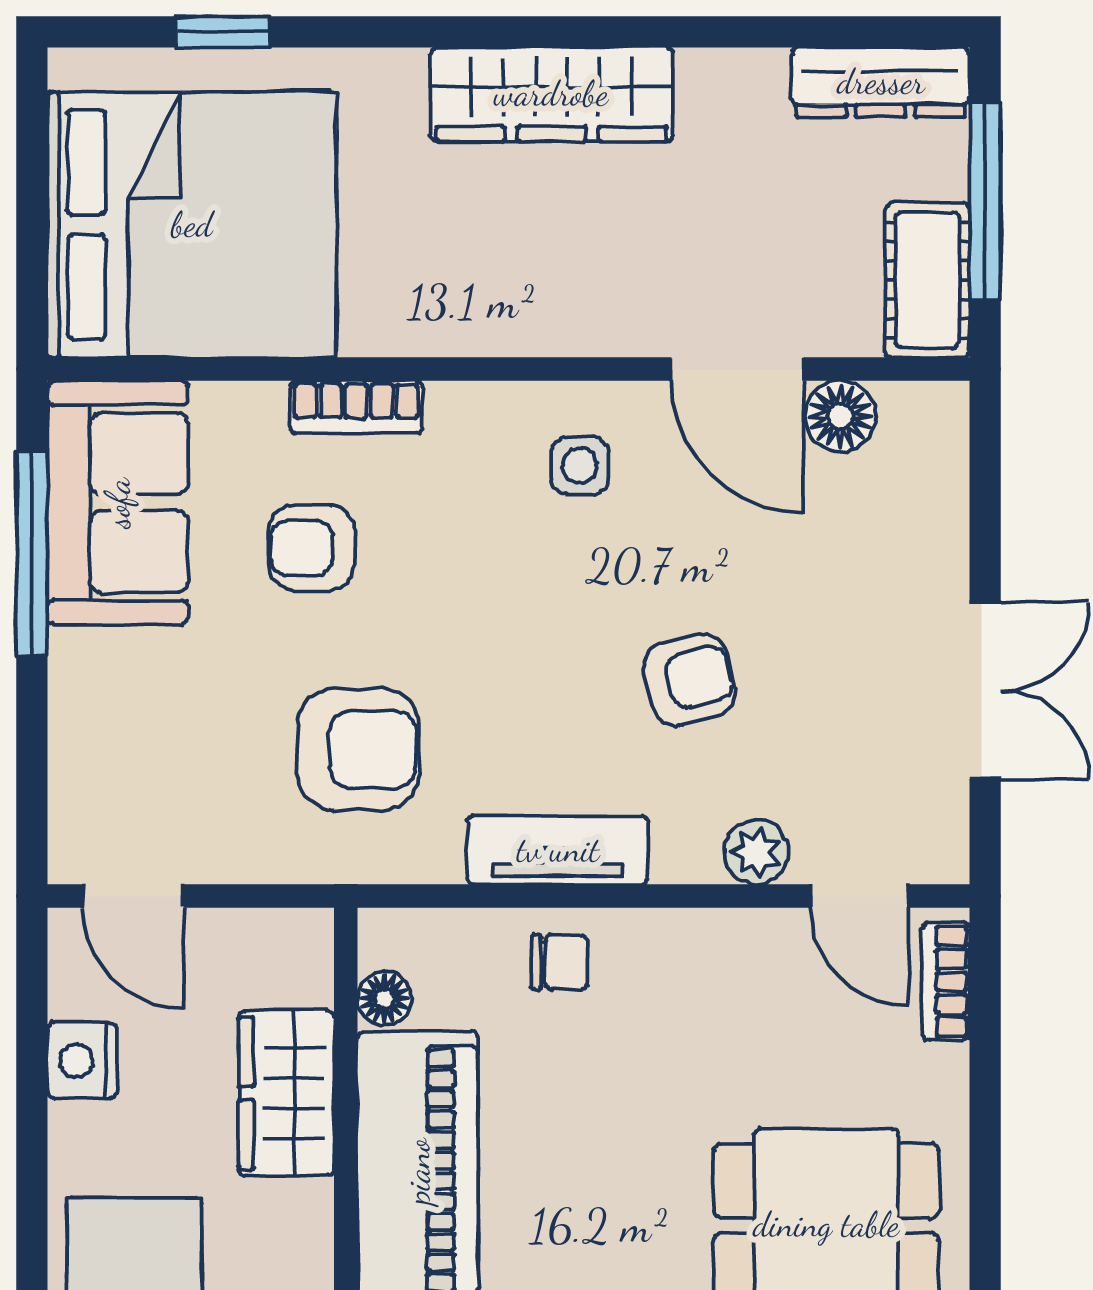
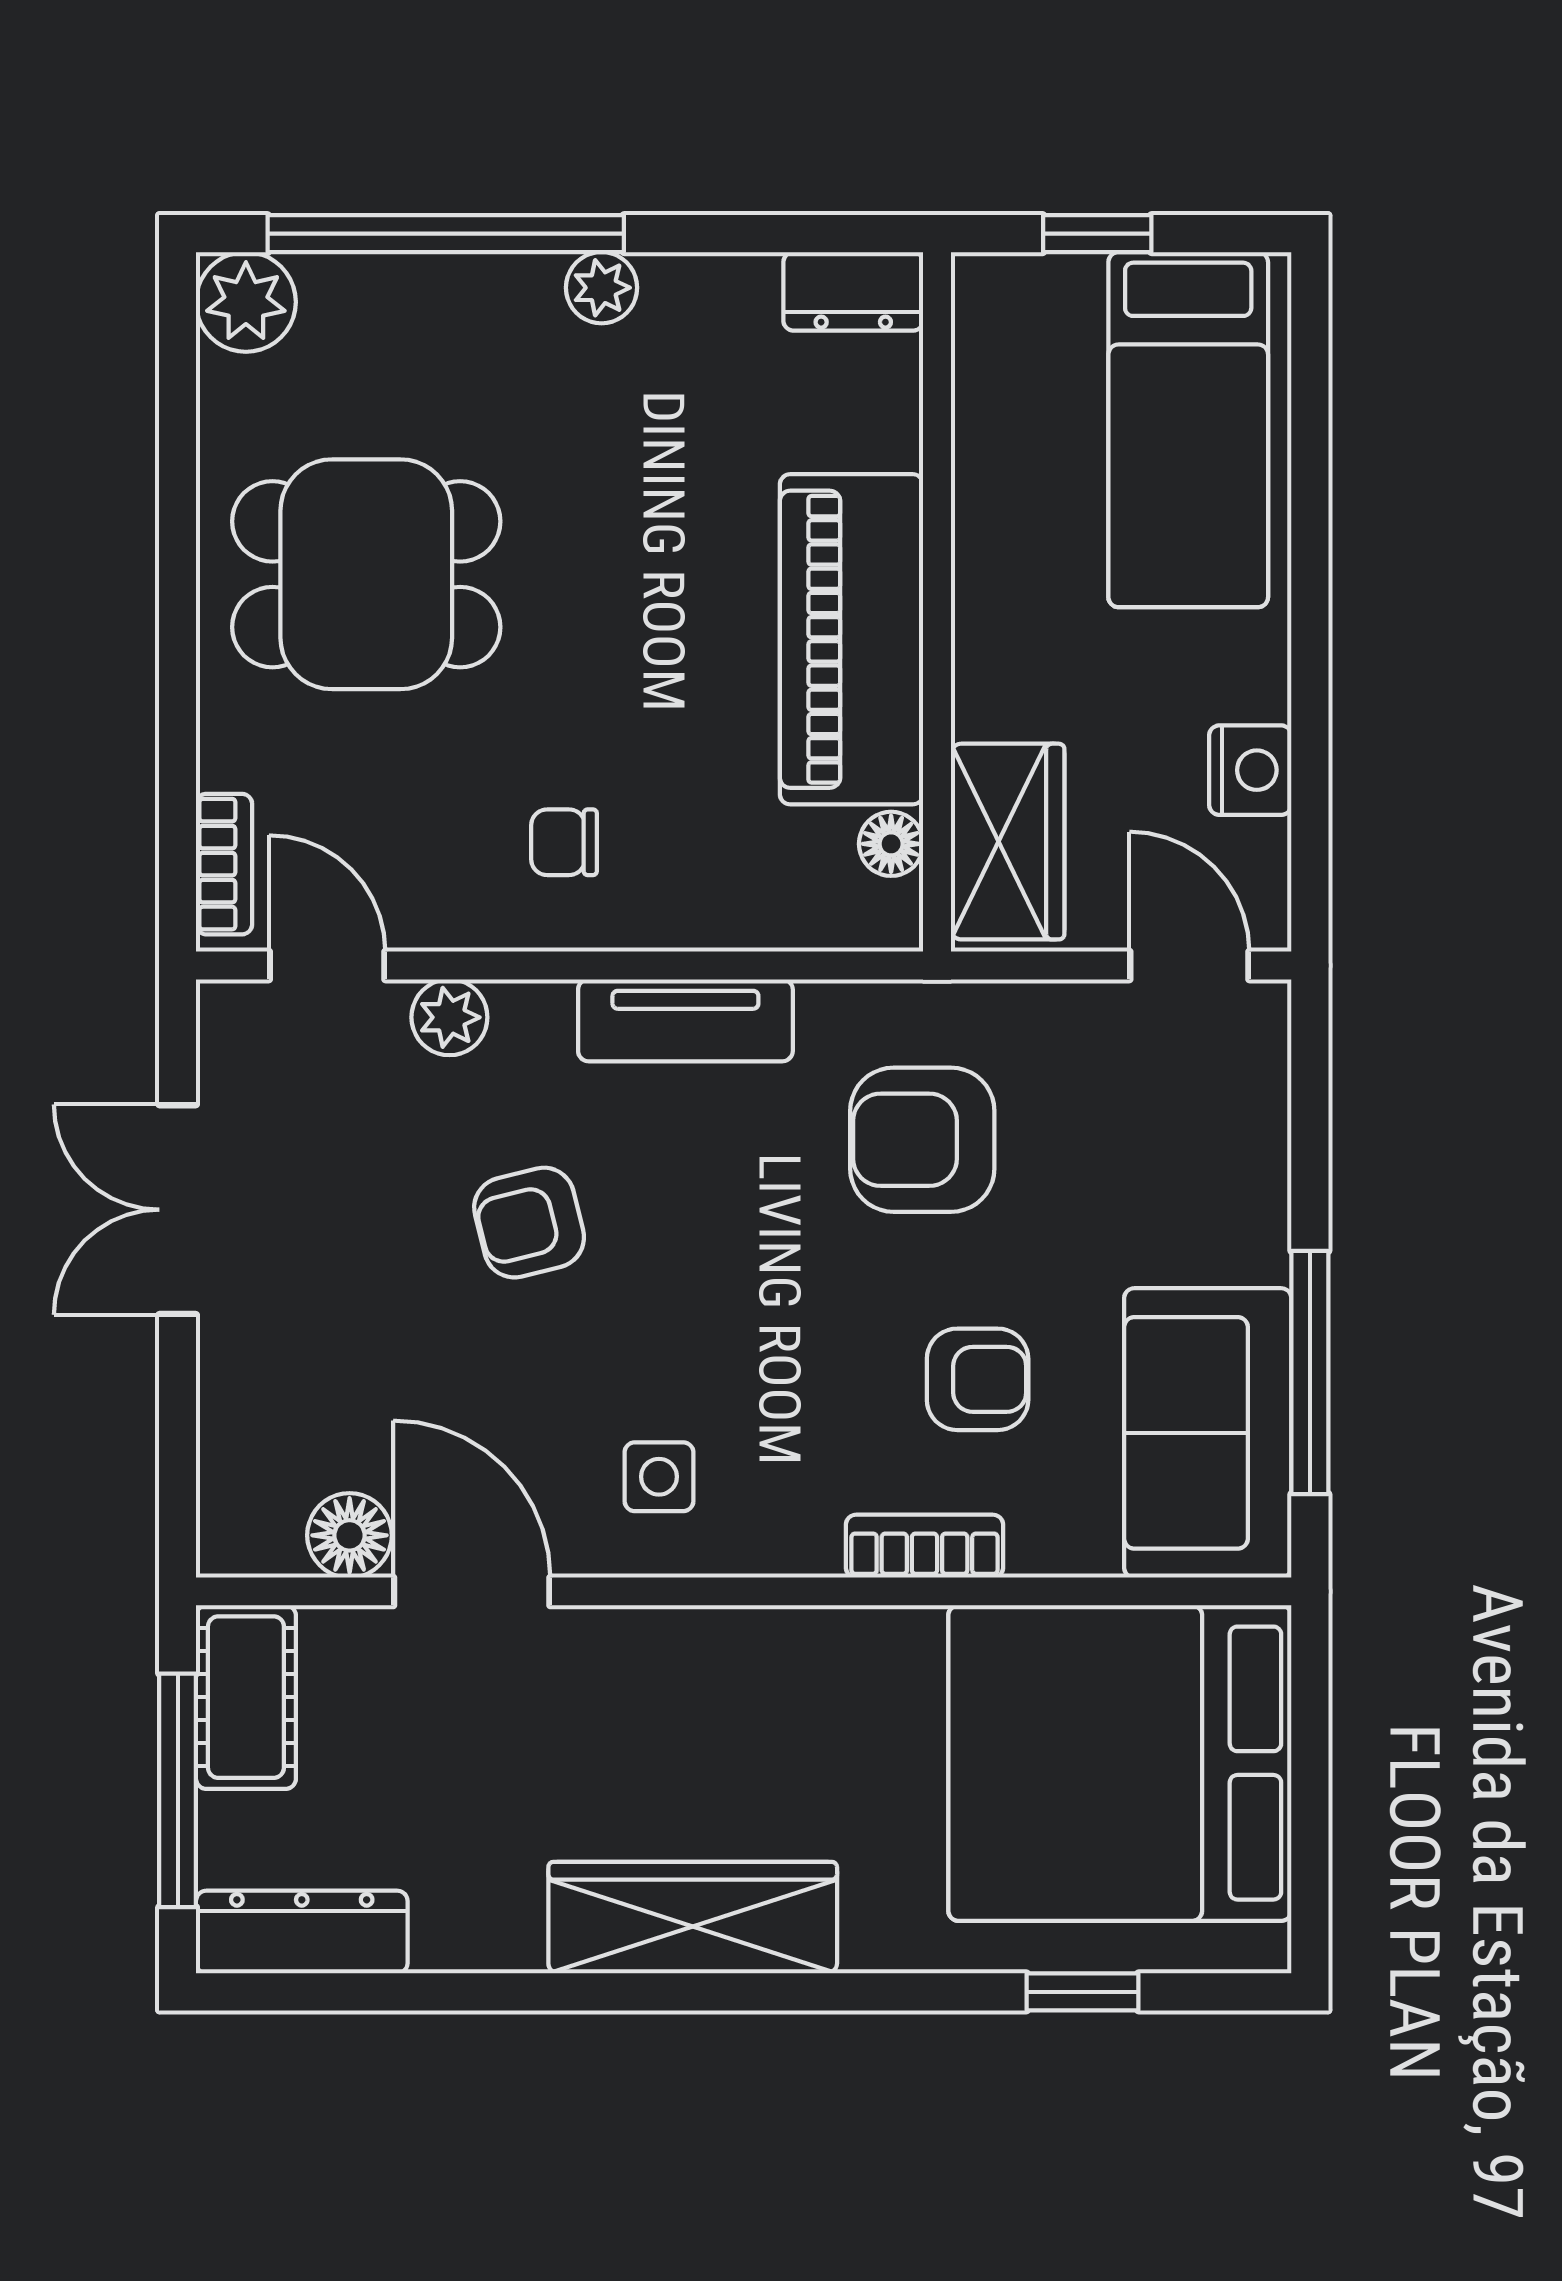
chair: (560, 962) -> (564, 842), moved
wardrobe: (286, 1093) -> (1008, 842), moved

